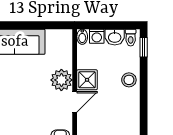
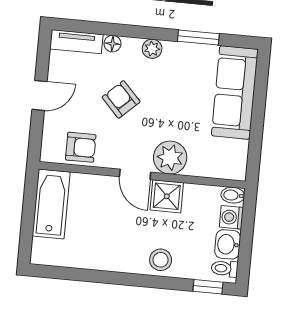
armchair: (27, 116) -> (121, 99), added

